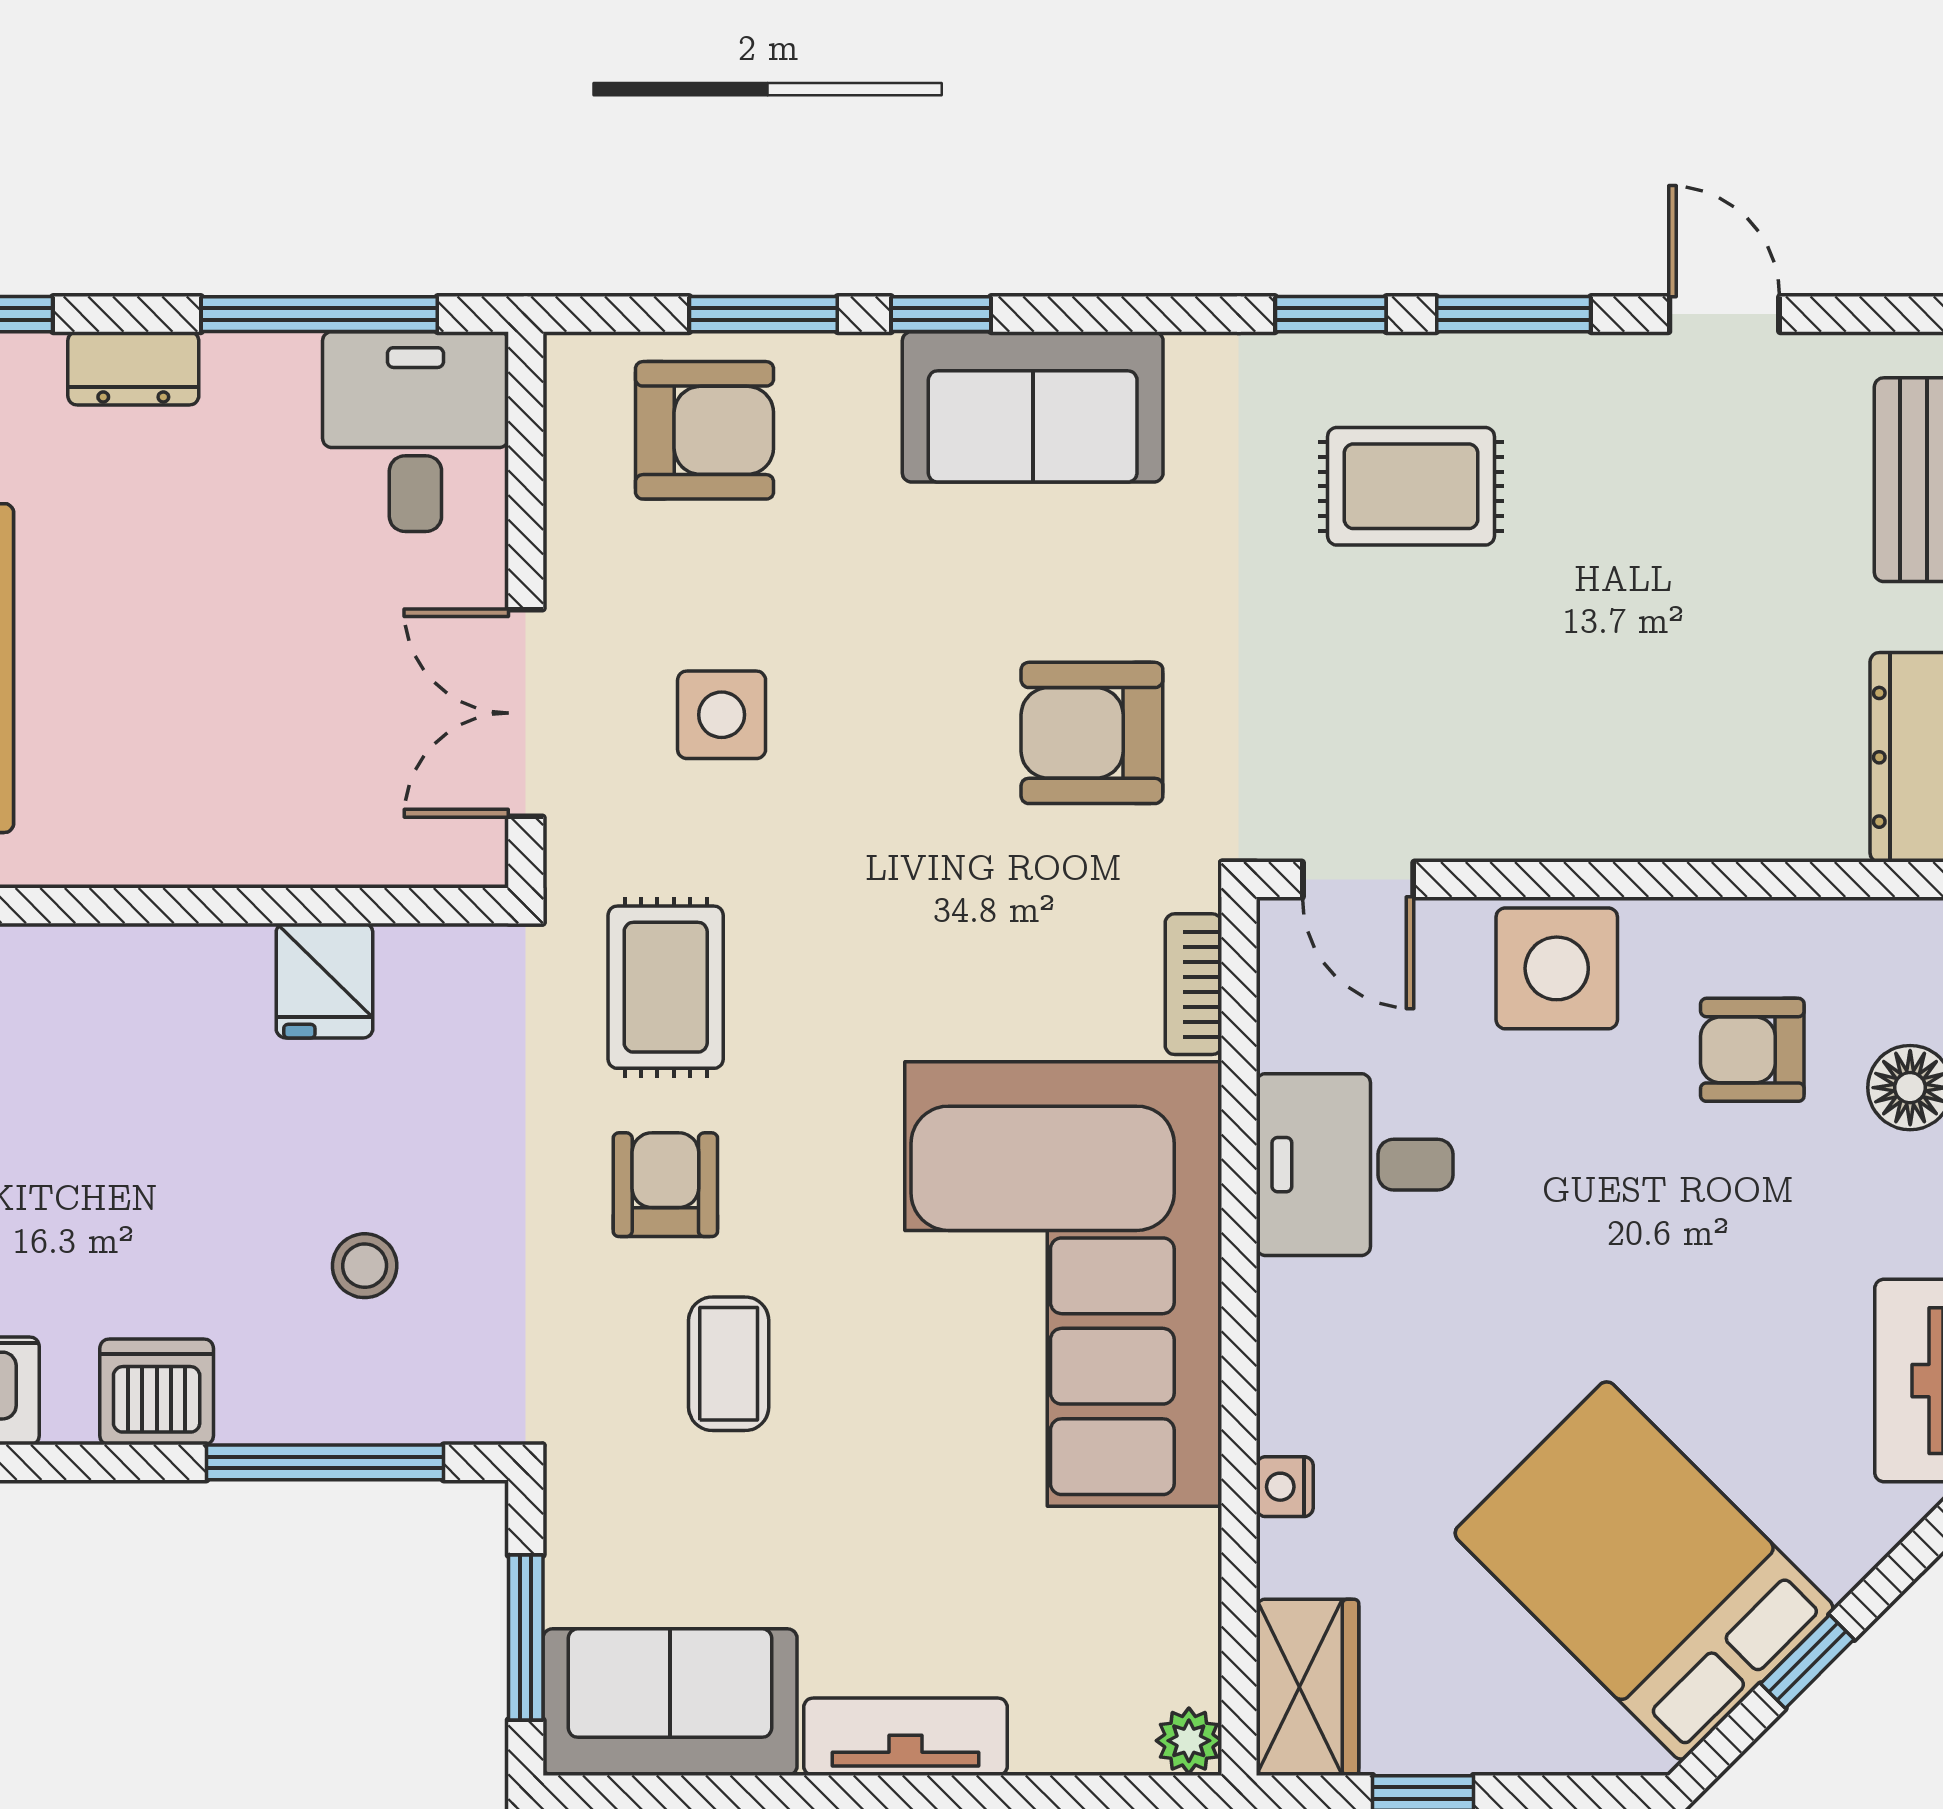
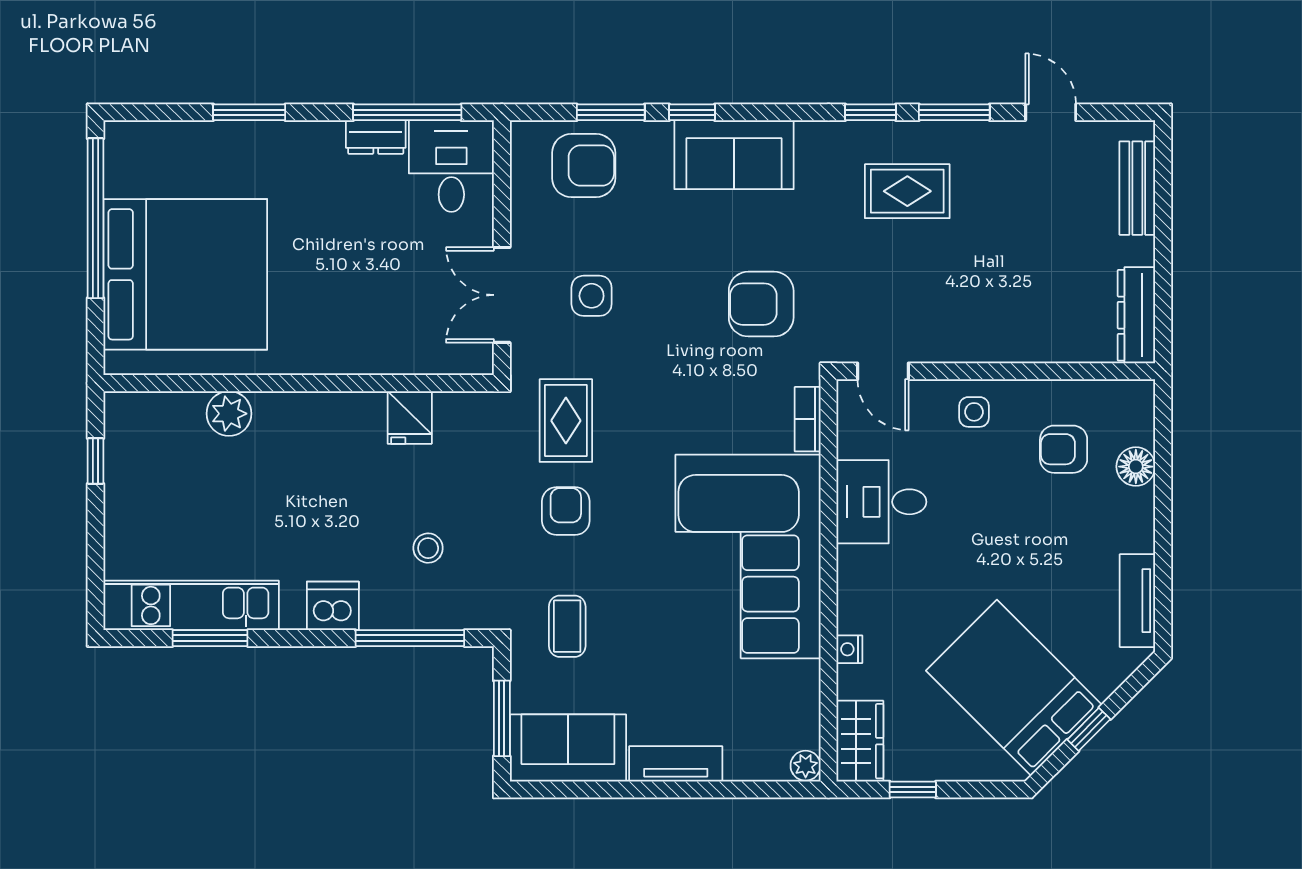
dresser: (133, 368) -> (376, 137), moved
side table: (1557, 968) -> (974, 412), width x0.54, depth x0.54
coffee table: (729, 1364) -> (567, 626), moved

